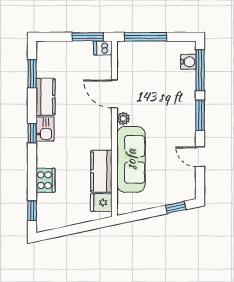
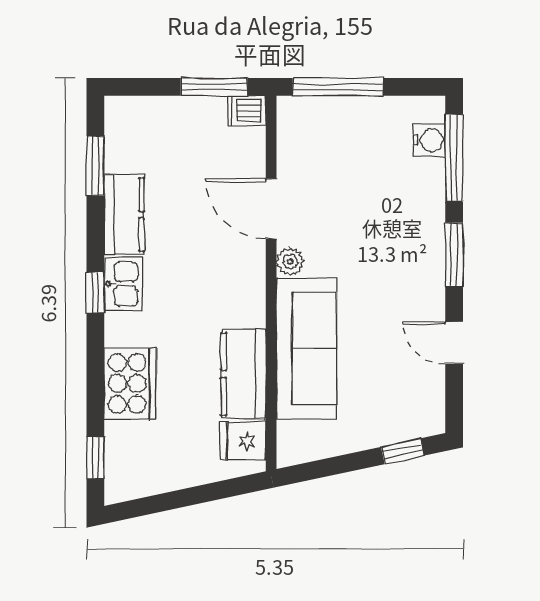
cooker: (46, 180) -> (130, 383), width x1.37, depth x1.31

